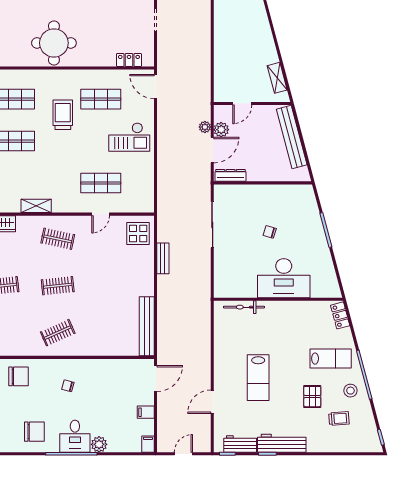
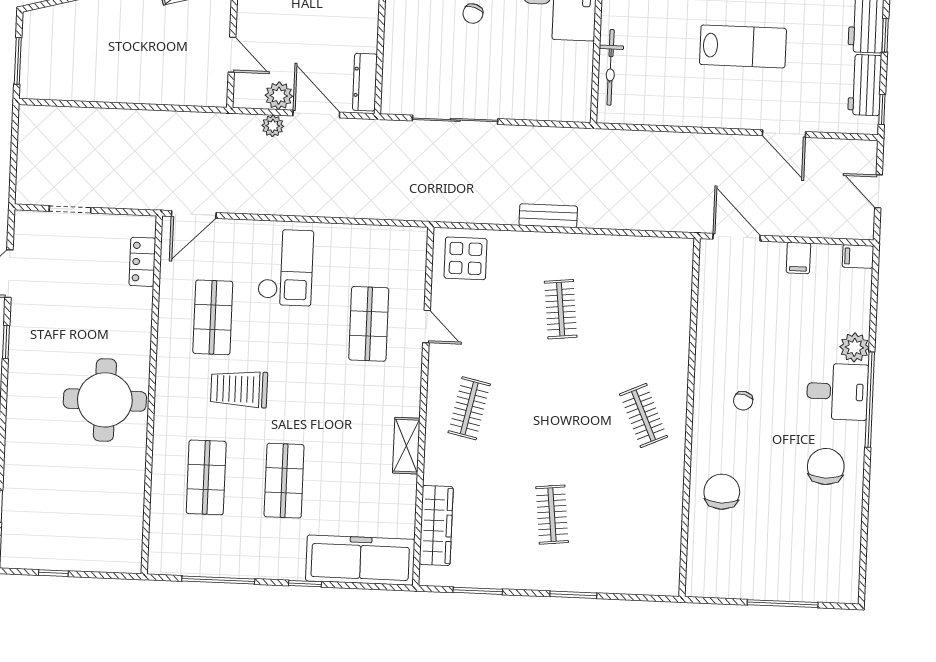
bench: (163, 258) -> (548, 216), moved
clothes rail: (58, 286) -> (561, 309), moved
bench: (147, 326) -> (639, 250), removed

